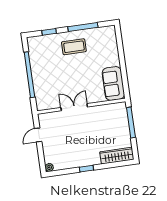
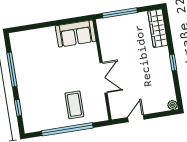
coffee table: (74, 47) -> (74, 105), moved
double door: (74, 107) -> (103, 78), swing flipped
door: (38, 135) -> (136, 118), swing flipped

